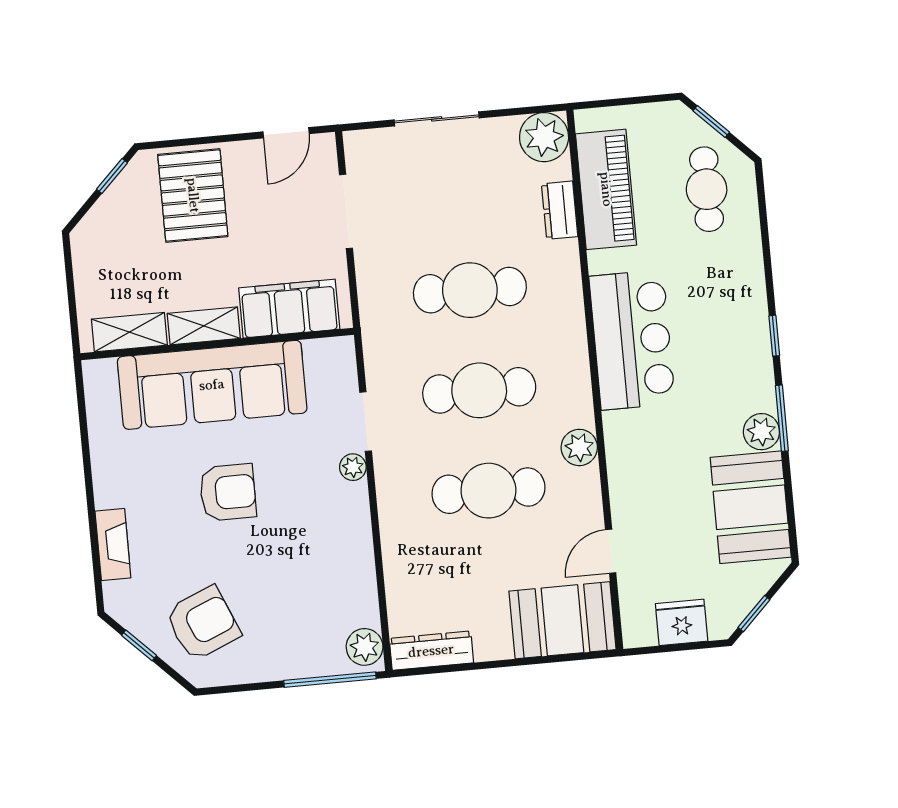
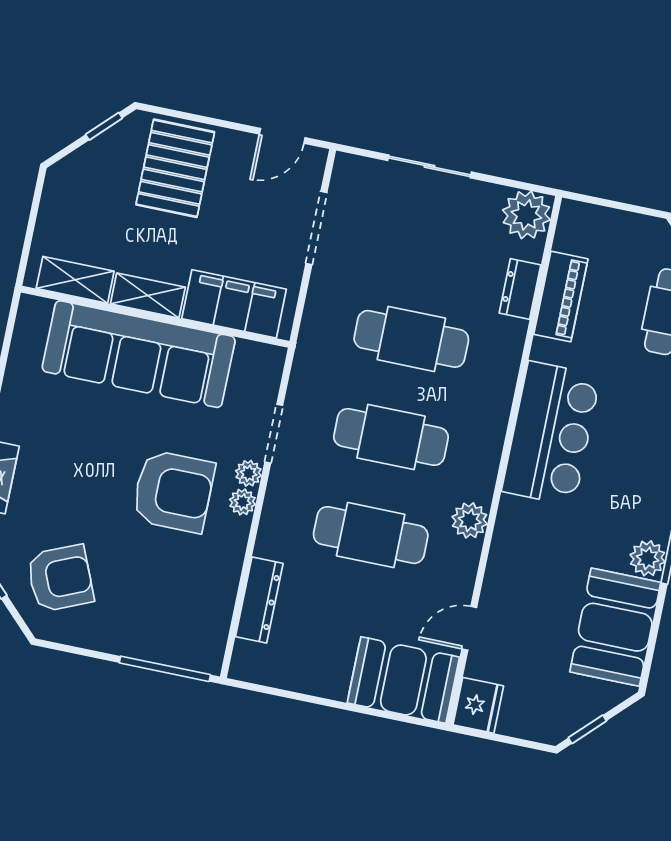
piano: (606, 189) -> (561, 297), width x0.73, depth x0.75
armchair: (228, 492) -> (173, 491), moved, width x1.36, depth x1.36
fridge: (682, 622) -> (478, 705), moved, turned 90
plant: (365, 647) -> (243, 502), moved, width x0.73, depth x0.73
dresser: (431, 651) -> (259, 600), moved, turned 90

